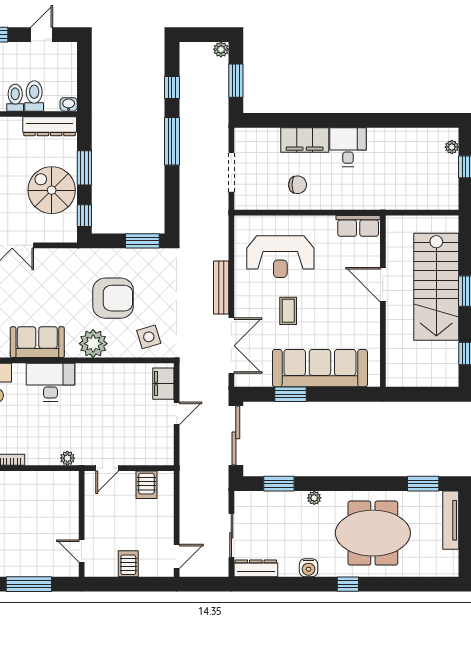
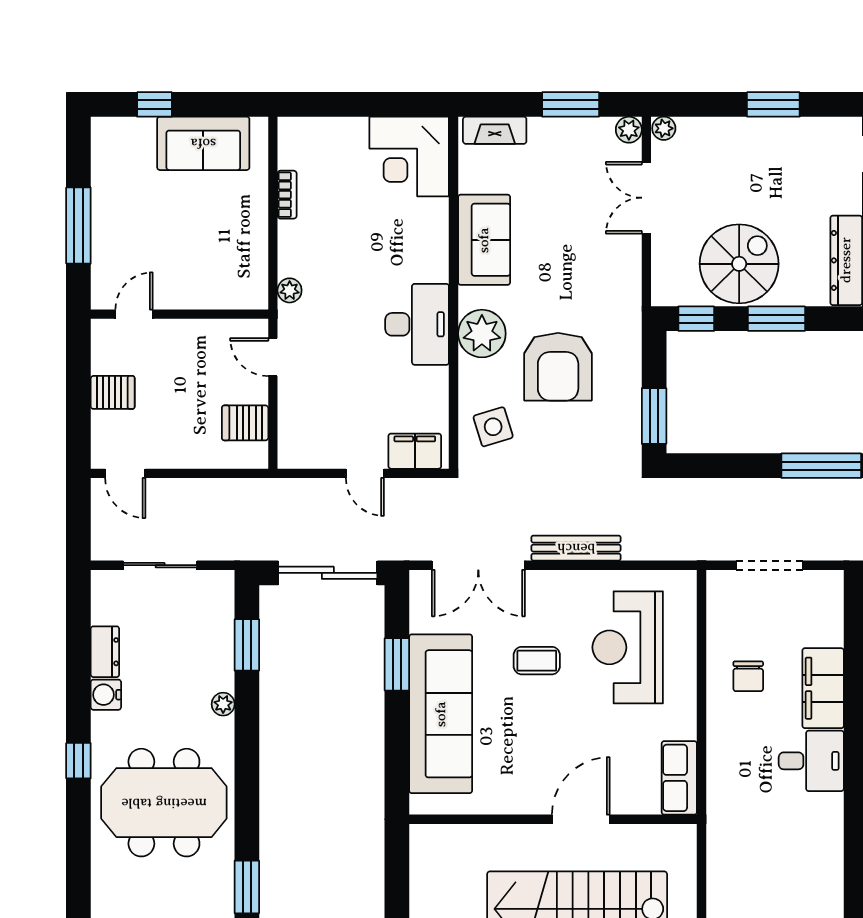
desk: (51, 382) -> (417, 324), moved
meeting table: (373, 533) -> (164, 803), turned 90
dresser: (256, 568) -> (105, 652), moved, width x0.70

